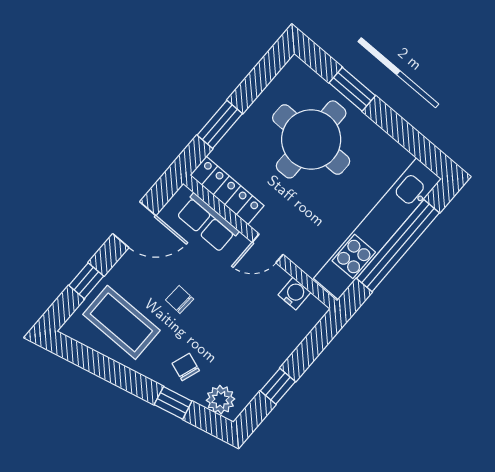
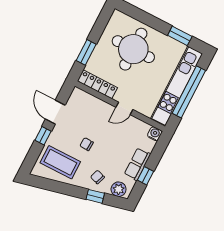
window: (352, 89) -> (180, 36), moved
row of seats: (208, 223) -> (137, 164), moved, turned 90
door: (134, 225) -> (55, 112), swing flipped
window: (86, 281) -> (43, 136), moved
water cooler: (294, 294) -> (155, 134), moved

